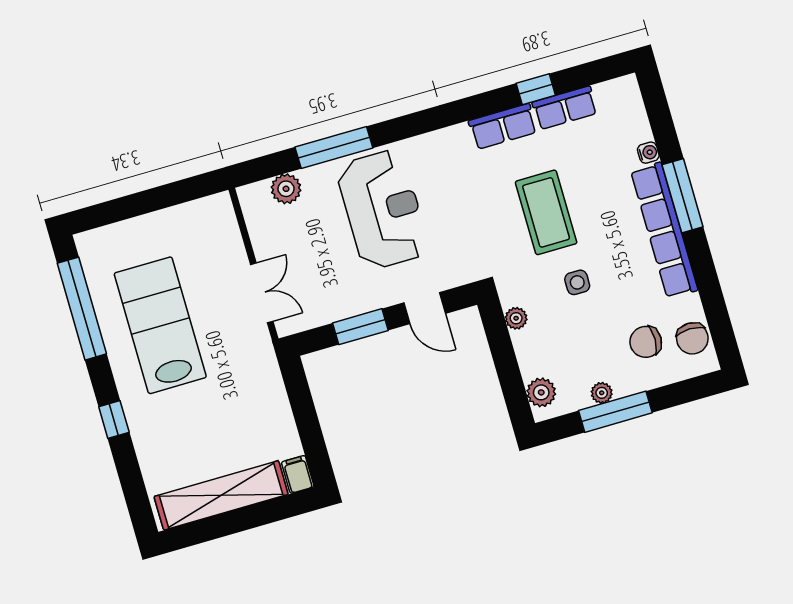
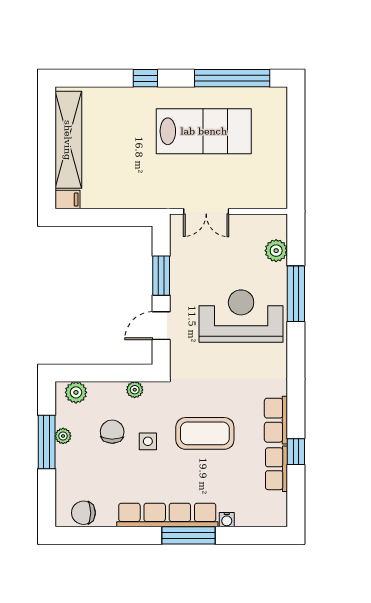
reception desk: (383, 210) -> (241, 316), turned 180
chair: (646, 342) -> (112, 432), moved

